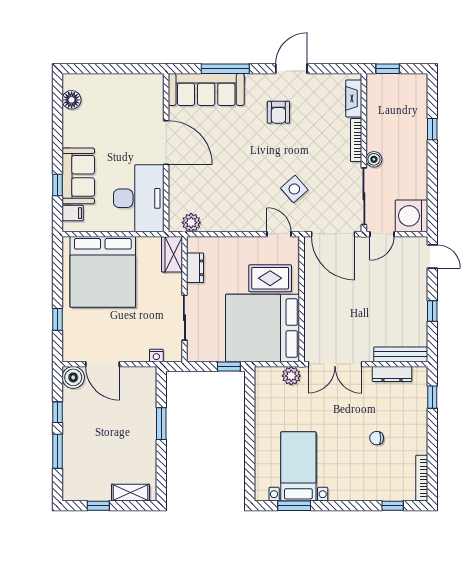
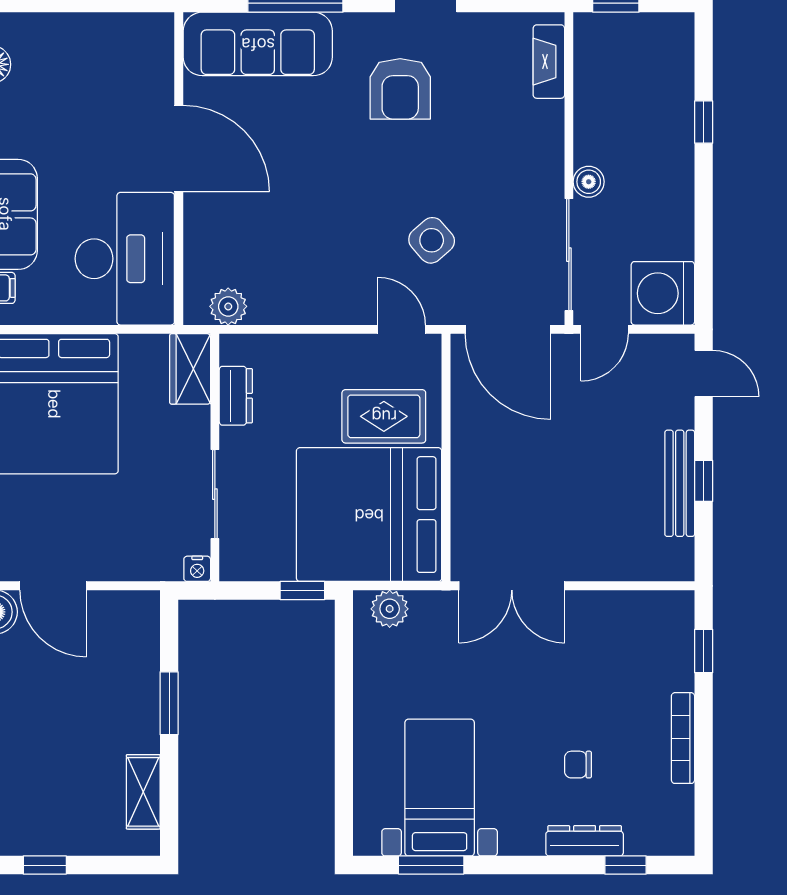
armchair: (278, 112) -> (400, 89), width x1.38, depth x1.38
bookcase: (356, 140) -> (554, 144), removed
bench: (401, 354) -> (680, 483), moved, turned 90
nightstand: (156, 356) -> (197, 569), moved
dresser: (392, 374) -> (585, 841), moved, turned 180
plant: (291, 376) -> (390, 609), moved
chair: (377, 438) -> (578, 765), moved
bookcase: (422, 478) -> (683, 738), moved
shelving: (130, 493) -> (143, 792), moved, turned 90

